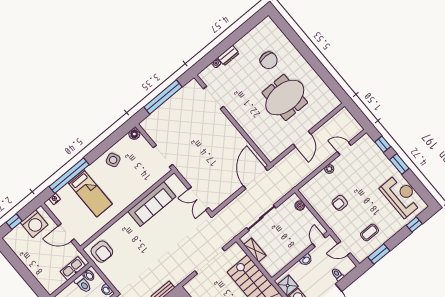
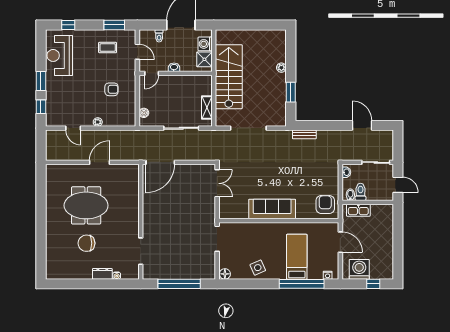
chair: (269, 60) -> (86, 243), moved, turned -90
sofa: (152, 204) -> (272, 209), moved

